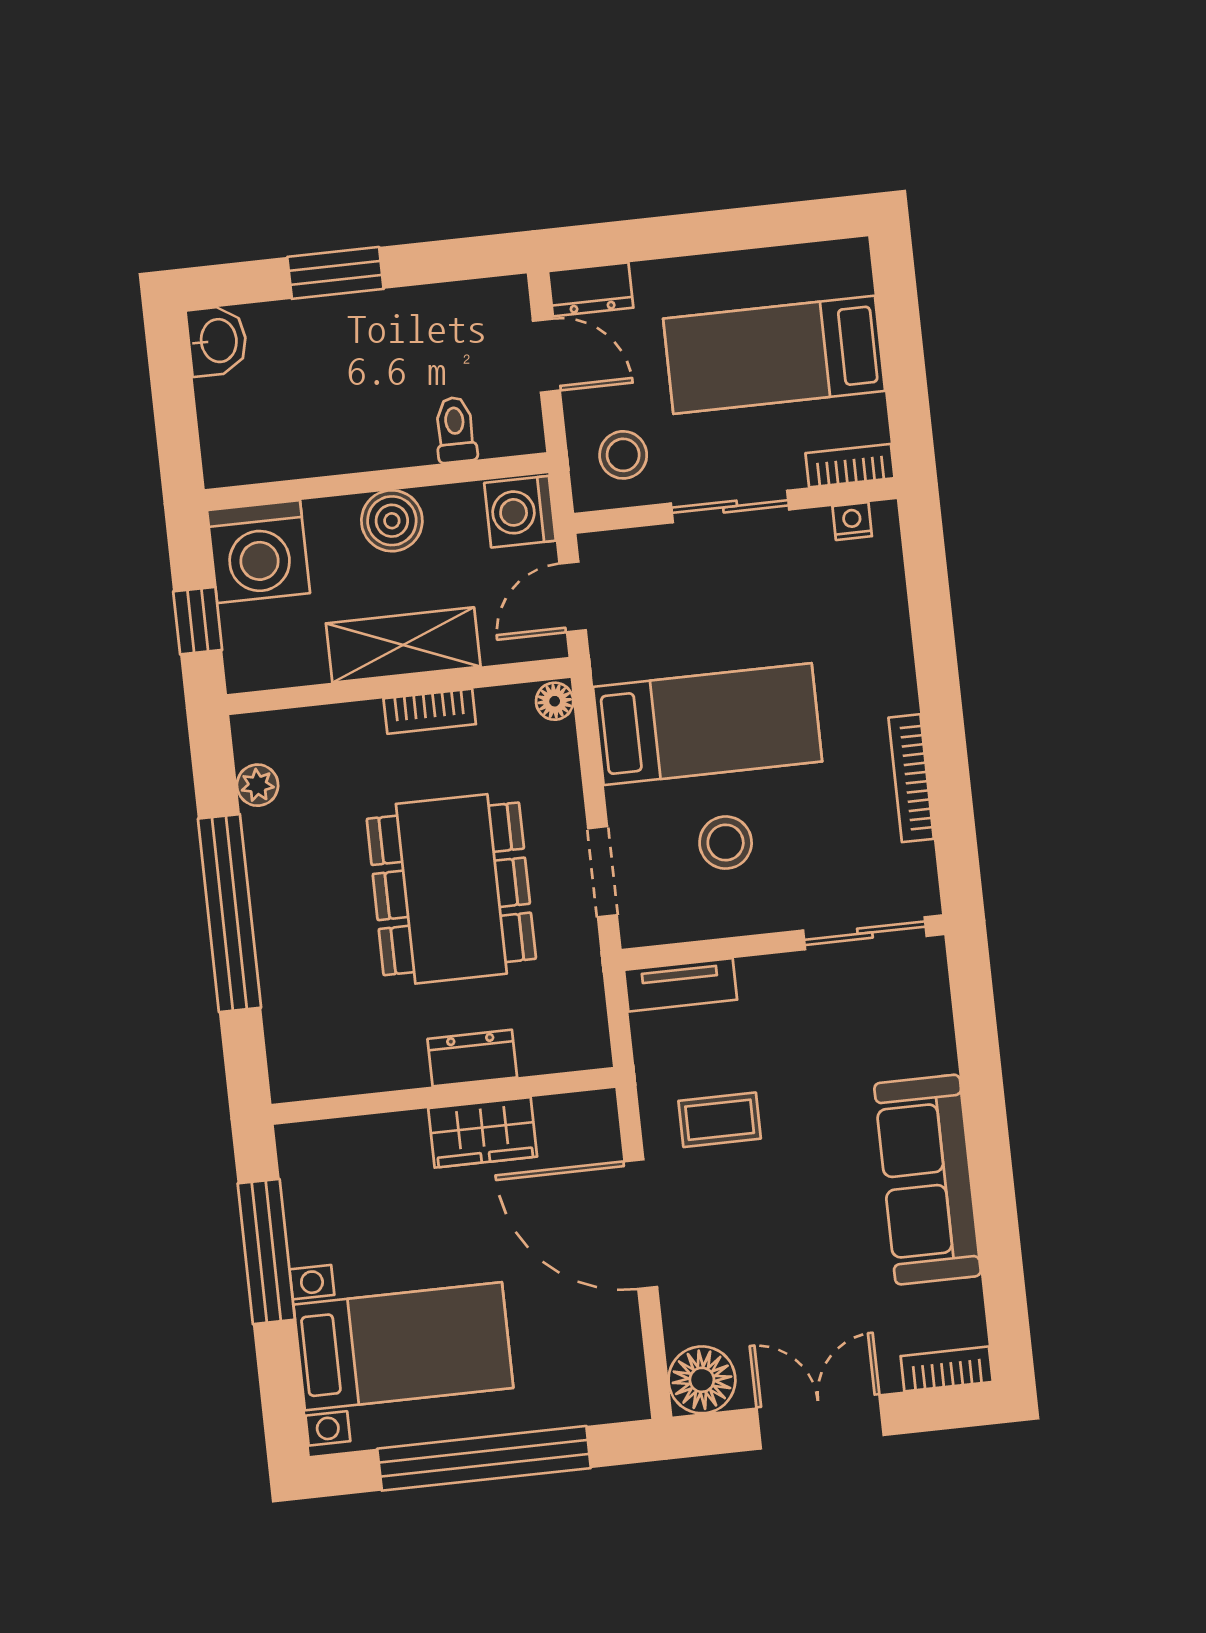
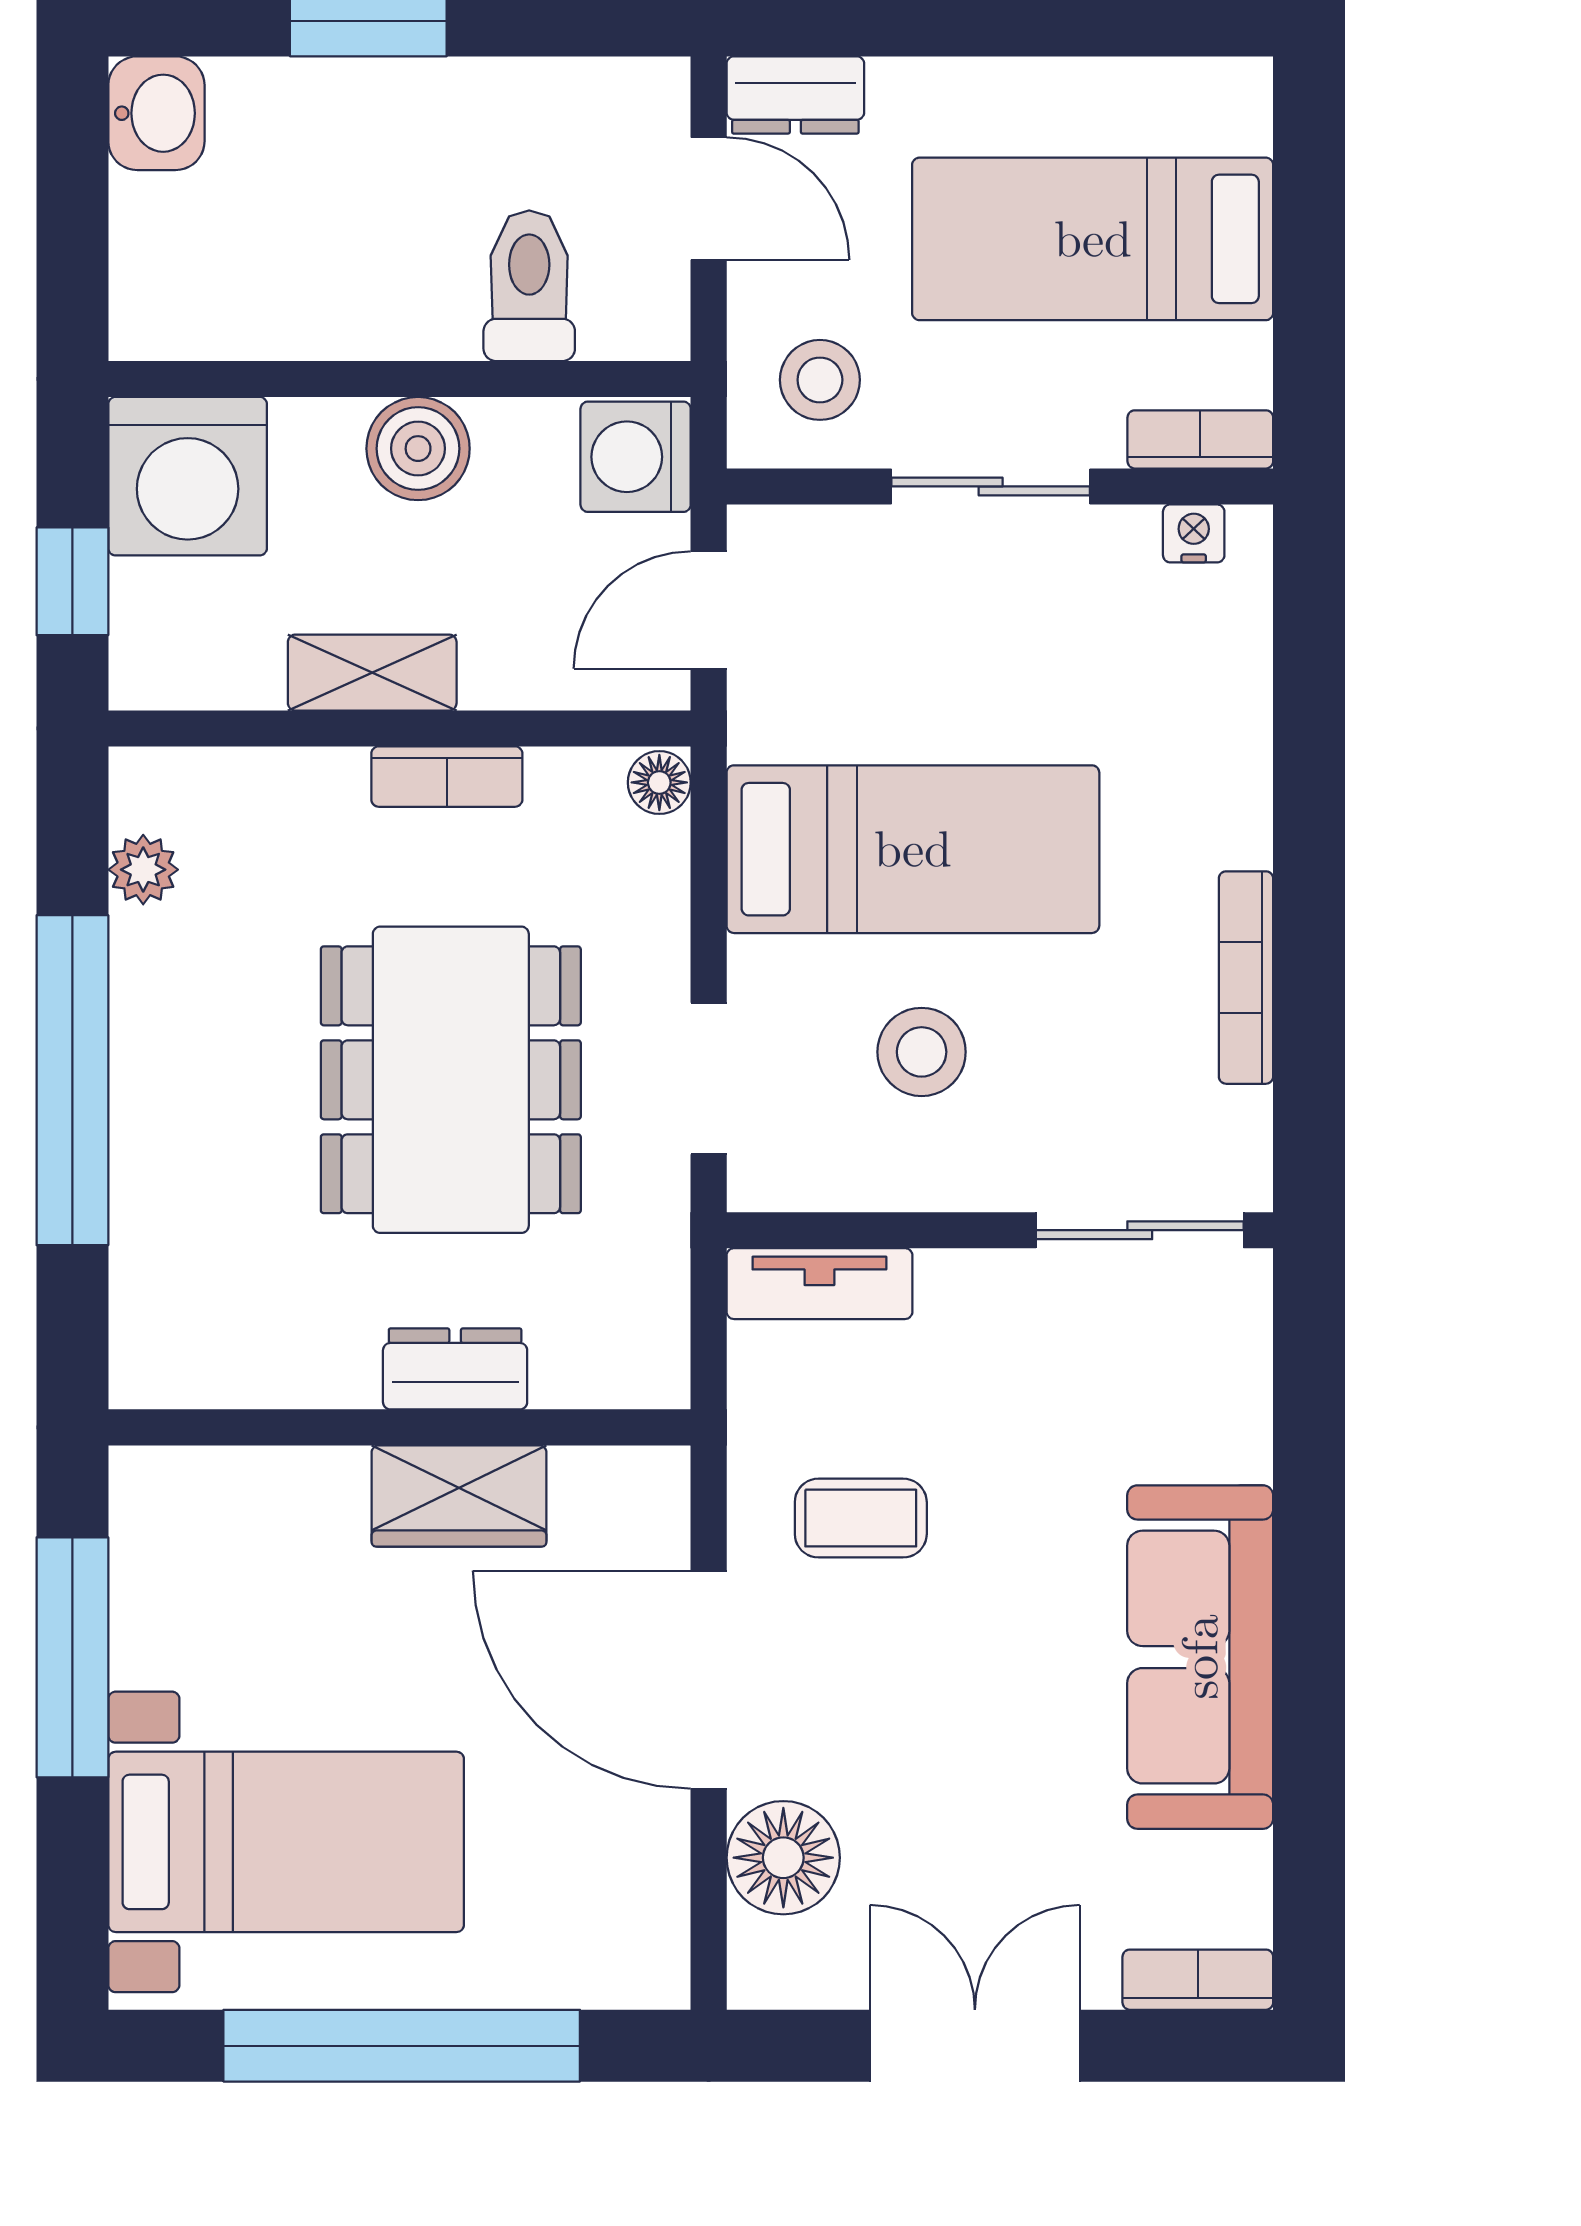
toilet: (455, 430) -> (529, 286), width x1.37, depth x1.39
shelving: (403, 645) -> (372, 673), width x0.67, depth x0.75
floor lamp: (702, 1380) -> (783, 1858), moved

